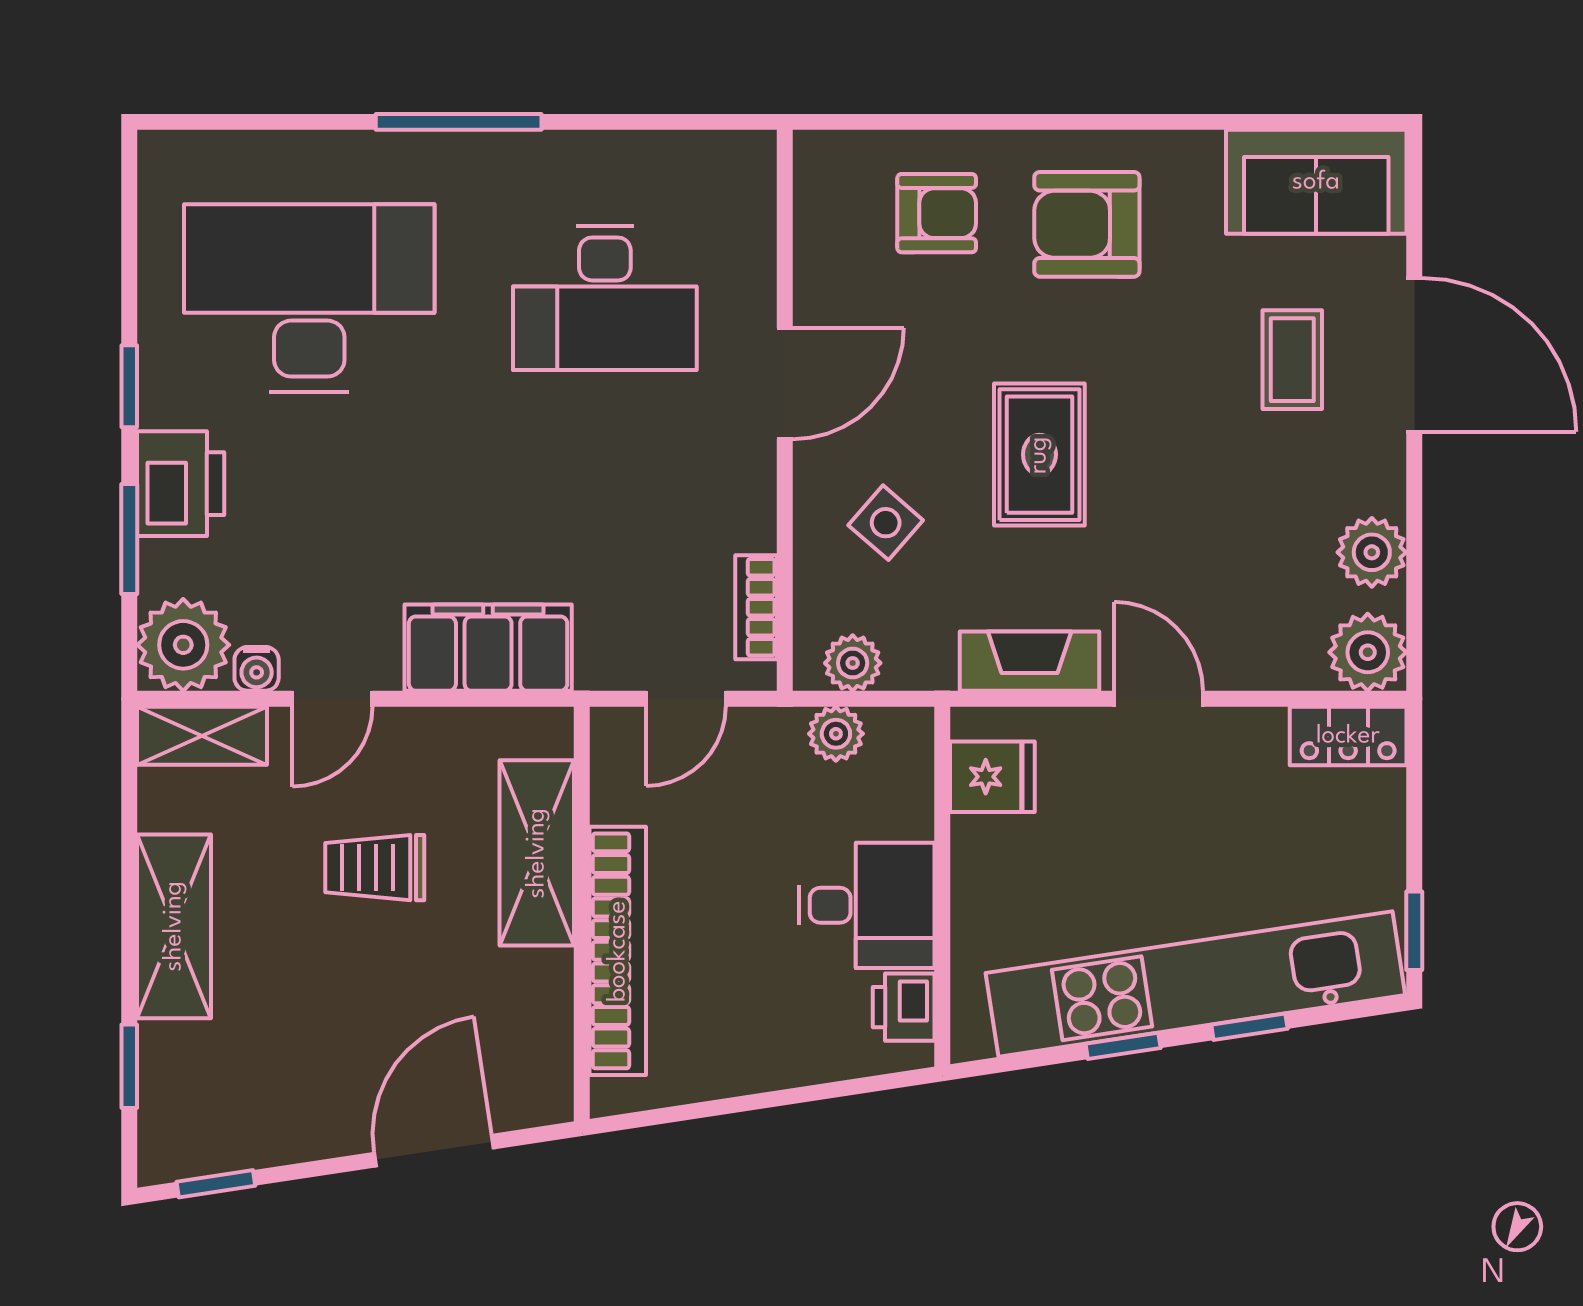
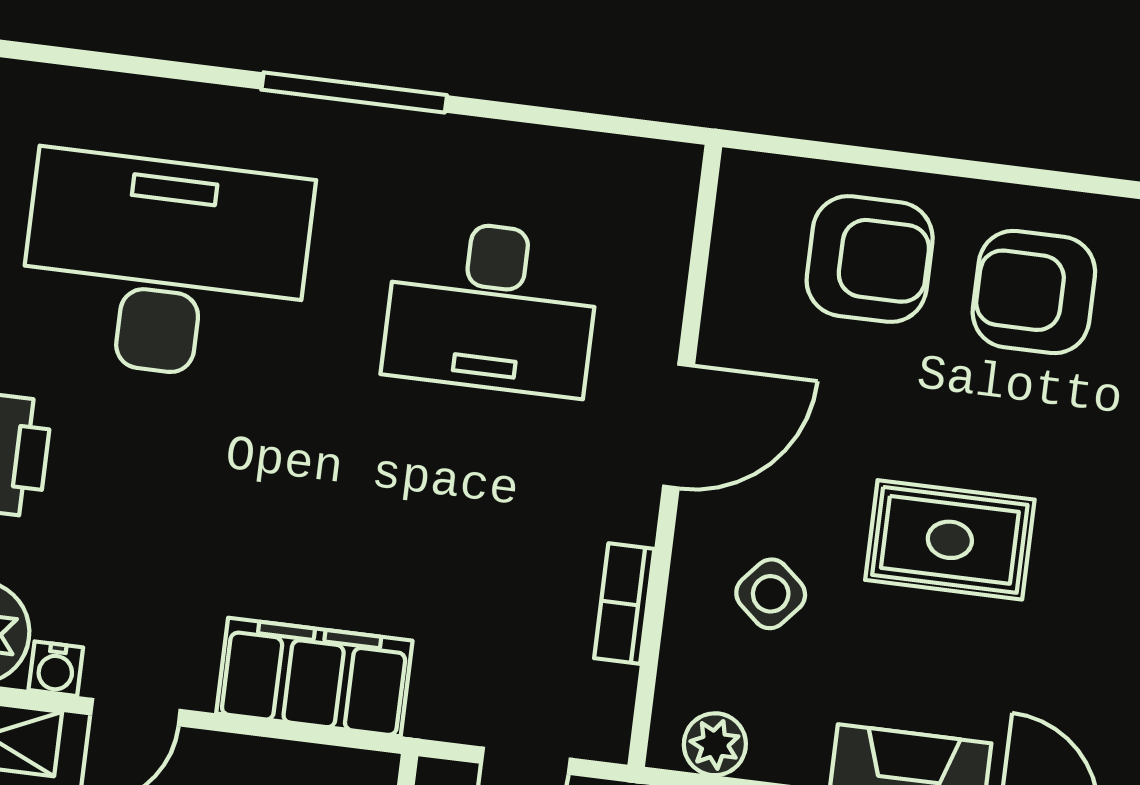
armchair: (937, 213) -> (870, 259), width x1.38, depth x1.38
rug: (1039, 455) -> (950, 540), turned 90
bookcase: (756, 607) -> (624, 604), moved

